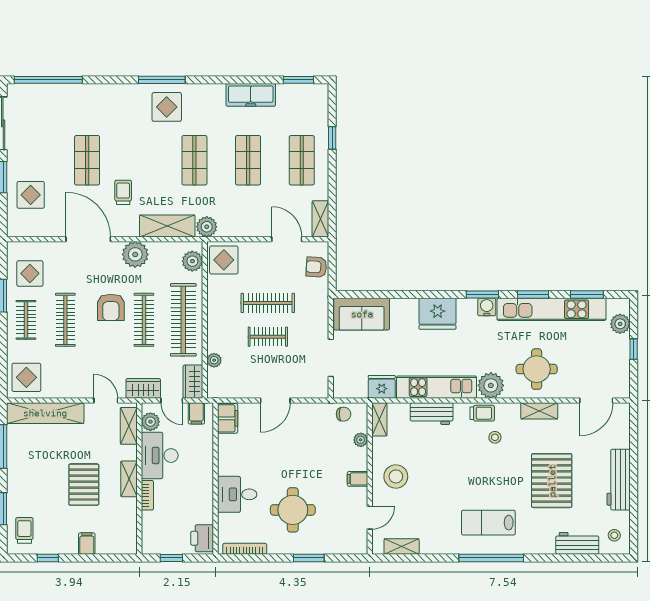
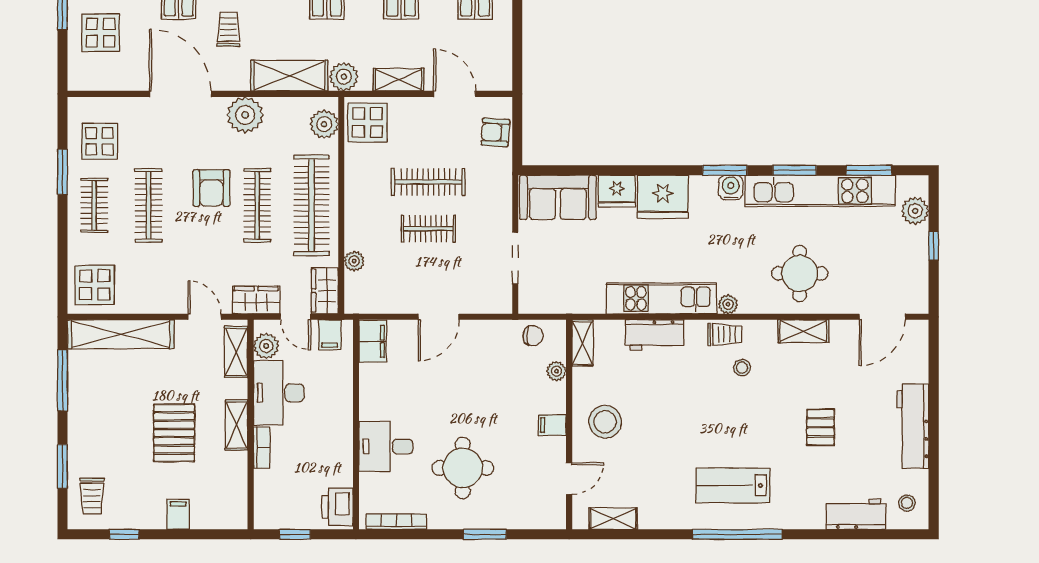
shelving: (320, 219) -> (398, 80), moved, turned 90
plant: (491, 385) -> (728, 304), width x0.53, depth x0.53
fridge: (382, 387) -> (617, 191), moved, turned 180
pallet: (552, 481) -> (821, 427), width x0.49, depth x0.50
trolley: (24, 530) -> (92, 496), turned 180

